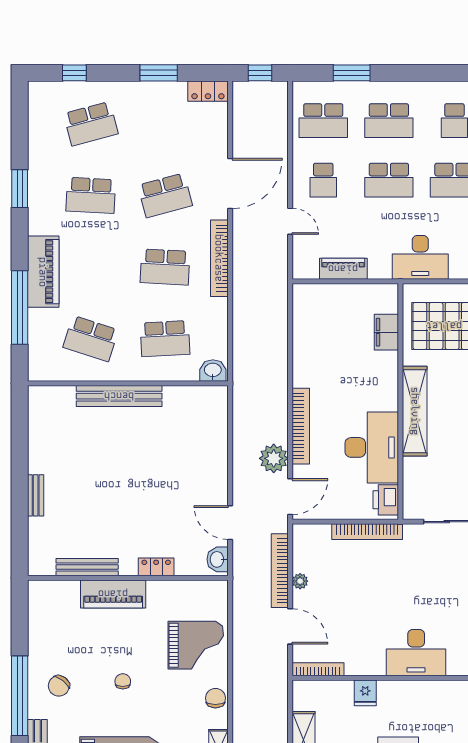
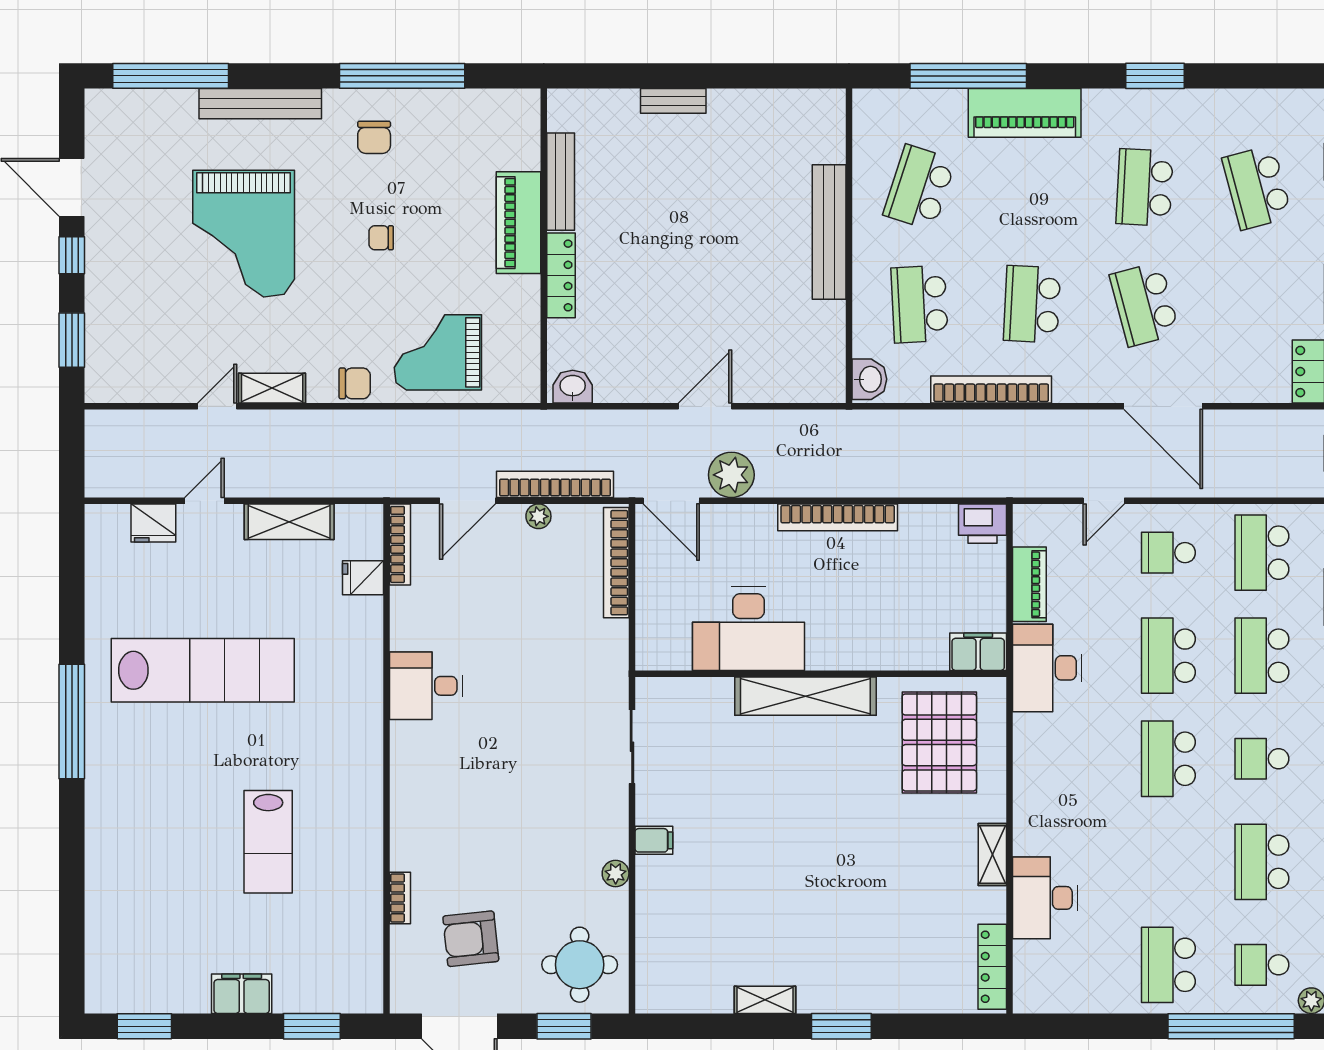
desk: (420, 257) -> (1047, 668), moved
bookcase: (219, 258) -> (991, 389), moved
filing cabinet: (386, 332) -> (978, 652), moved
bookcase: (301, 426) -> (838, 517), moved
printer: (386, 500) -> (983, 524), moved, turned 180
door: (230, 523) -> (705, 406), moved
bookcase: (367, 532) -> (616, 563), moved
locker: (156, 567) -> (561, 275), width x1.53
grand piano: (196, 645) -> (438, 352), turned 90
desk: (416, 653) -> (426, 686), width x0.73
chair: (123, 681) -> (381, 238), turned 180
chair: (59, 686) -> (374, 137), turned -127
fridge: (365, 693) -> (363, 578), moved
window: (20, 696) -> (402, 76), moved

